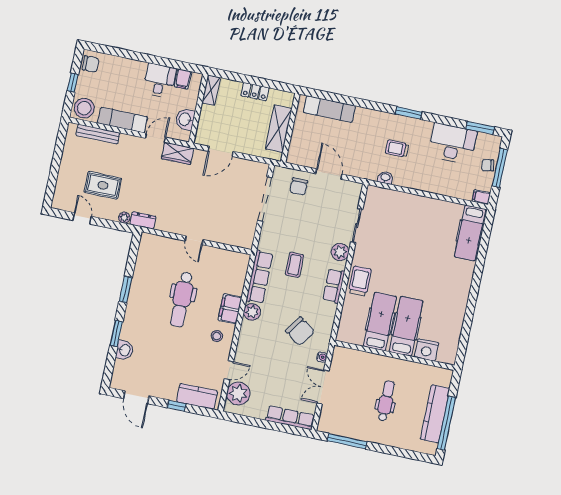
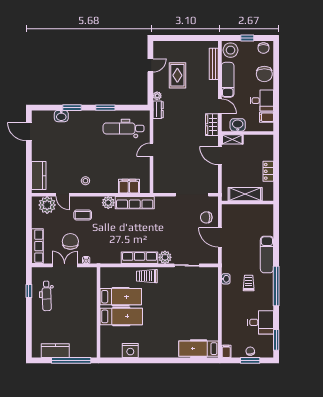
chair: (125, 70) -> (264, 74), added
shelving: (211, 90) -> (232, 139), moved
exam couch: (329, 109) -> (267, 254), moved
window: (409, 113) -> (276, 286), width x2.11
desk: (452, 143) -> (261, 322), width x0.73
window: (500, 168) -> (250, 360), width x0.69
door: (329, 174) -> (220, 237), swing flipped
coffee table: (294, 265) -> (83, 215), moved
trolley: (360, 281) -> (147, 276), turned 180
row of seats: (334, 286) -> (140, 258), width x1.48
dental chair: (182, 300) -> (124, 128), moved
filing cabinet: (230, 309) -> (129, 186), moved
chair: (300, 331) -> (70, 241), moved, turned 145
nightstand: (426, 350) -> (130, 350), moved, turned -90
door: (136, 397) -> (29, 132), hinge flipped
dental chair: (386, 401) -> (47, 296), moved, turned 88
window: (177, 406) -> (29, 162), removed
kitchen counter: (435, 414) -> (55, 351), width x0.67
window: (446, 423) -> (71, 360), moved
window: (347, 441) -> (29, 291), width x0.46

